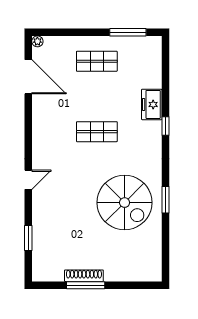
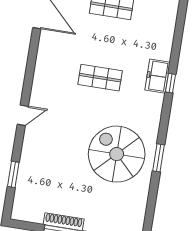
freezer: (152, 104) -> (157, 76), moved
spiral stairs: (125, 203) -> (117, 154), turned 180

